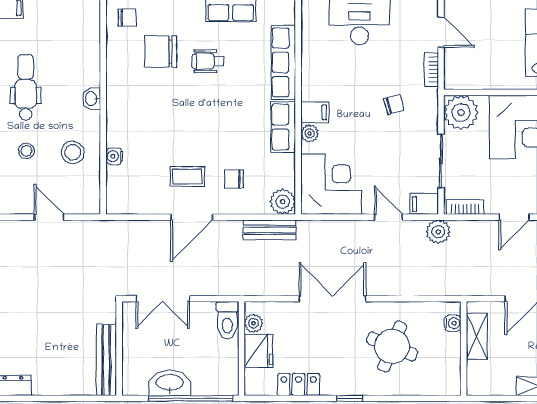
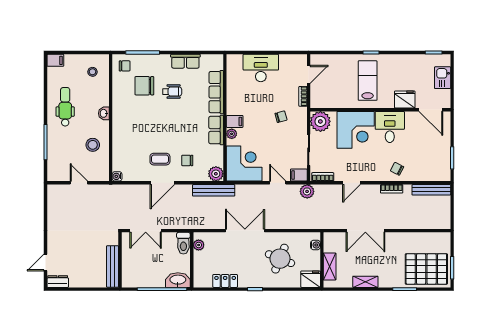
door: (441, 32) -> (309, 74), hinge flipped
wheelchair: (208, 61) -> (172, 92), turned 180
stool: (26, 151) -> (92, 72), moved
water cooler: (114, 156) -> (117, 176), moved
bench: (269, 230) -> (214, 190), width x1.36
shelving: (477, 336) -> (330, 266), moved
fridge: (258, 351) -> (311, 279), moved, turned -90
washbasin: (170, 383) -> (178, 280), moved

